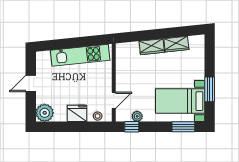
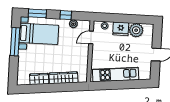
wardrobe: (152, 47) -> (63, 78), width x1.50
window: (210, 89) -> (15, 42), width x1.44
plant: (45, 113) -> (136, 30), moved
window: (132, 127) -> (66, 15), moved

